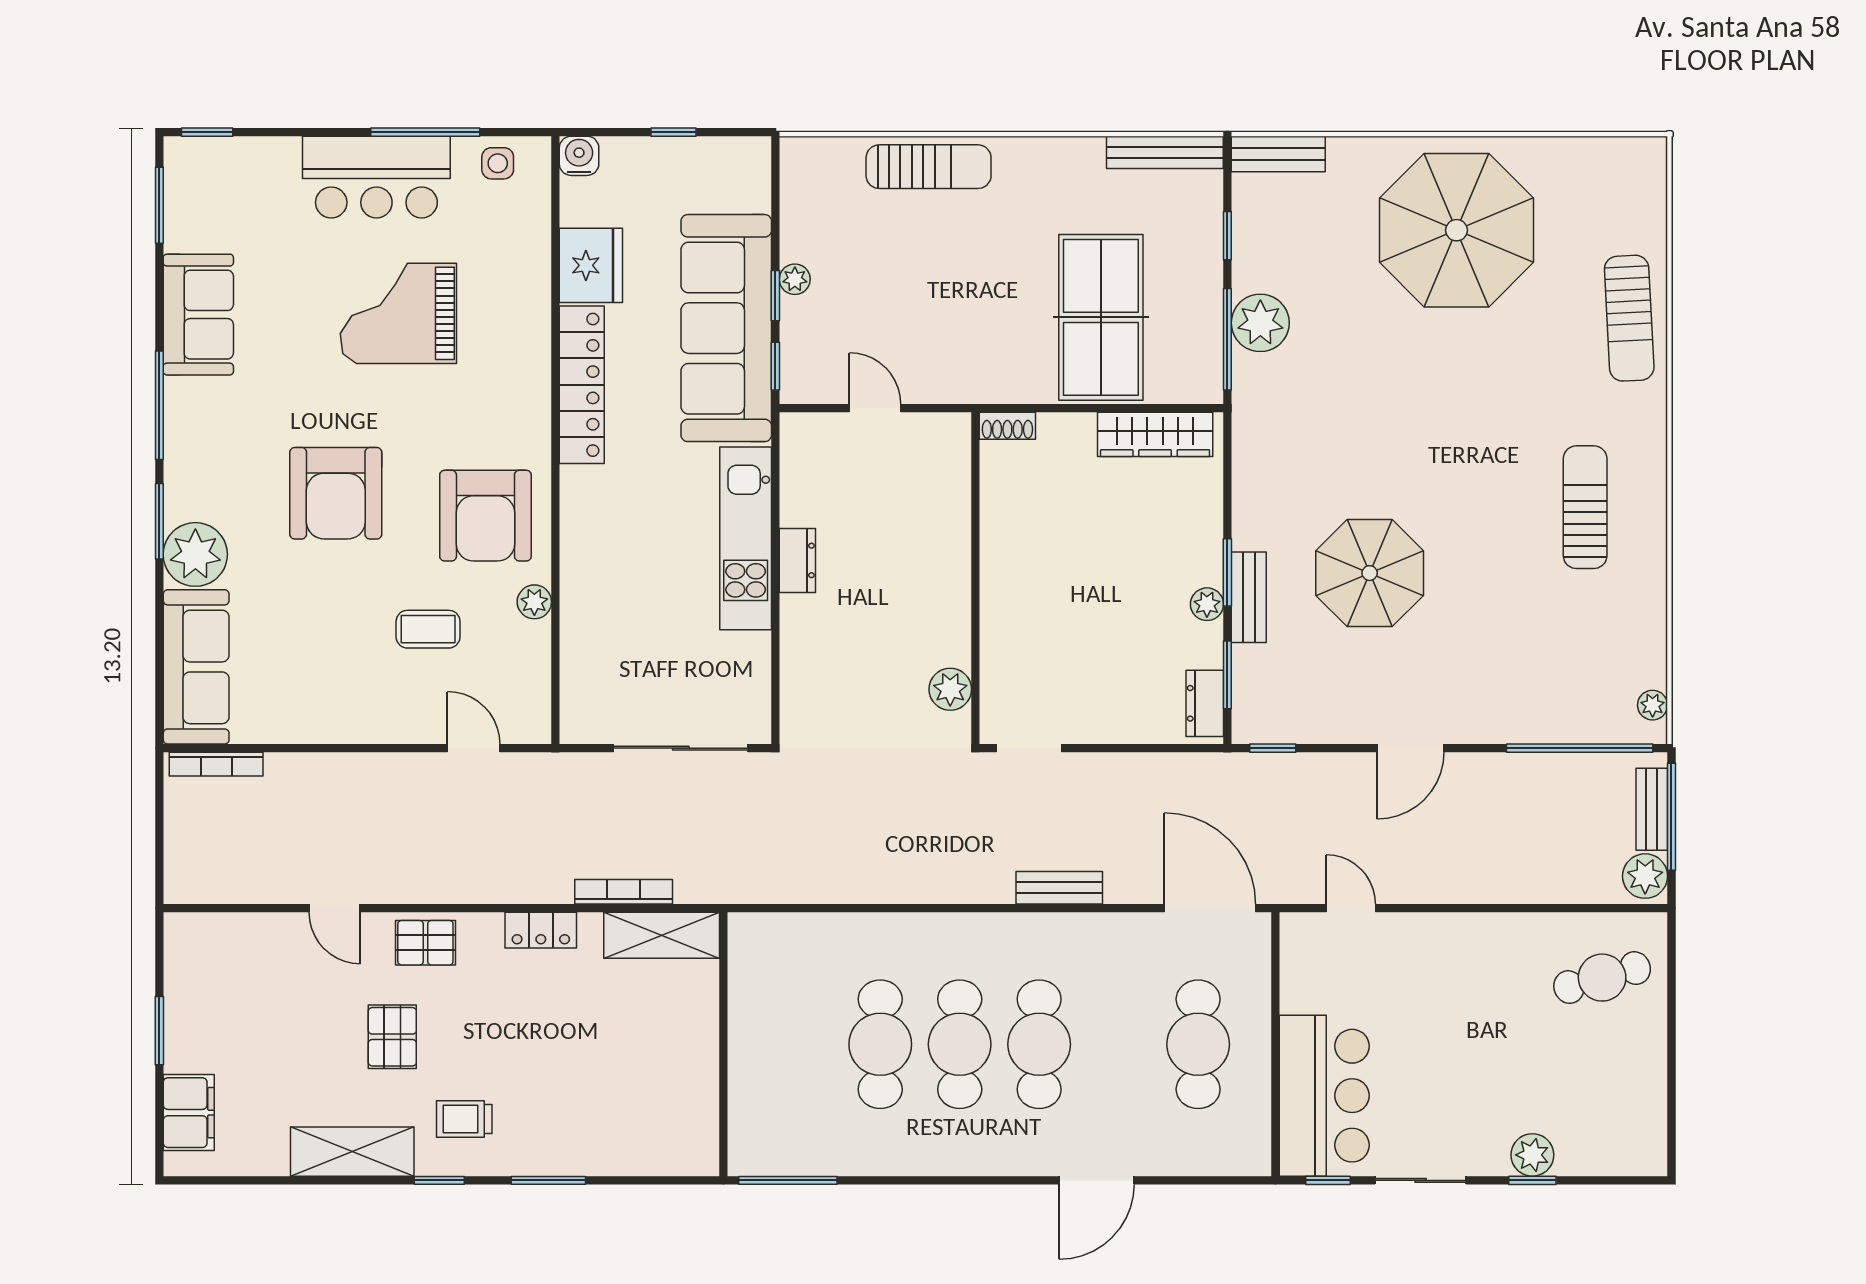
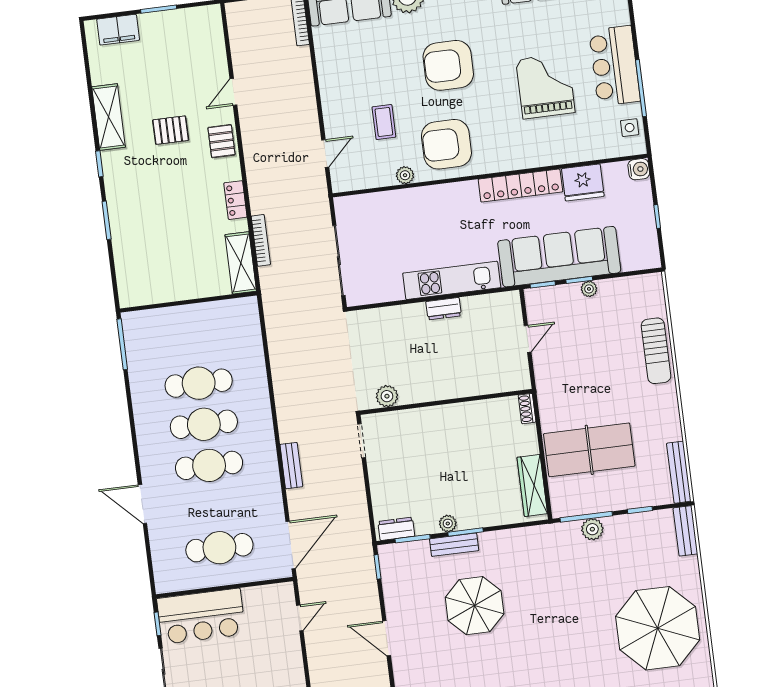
plant: (1260, 323) -> (592, 529), width x0.73, depth x0.73
trolley: (464, 1119) -> (133, 173), removed

